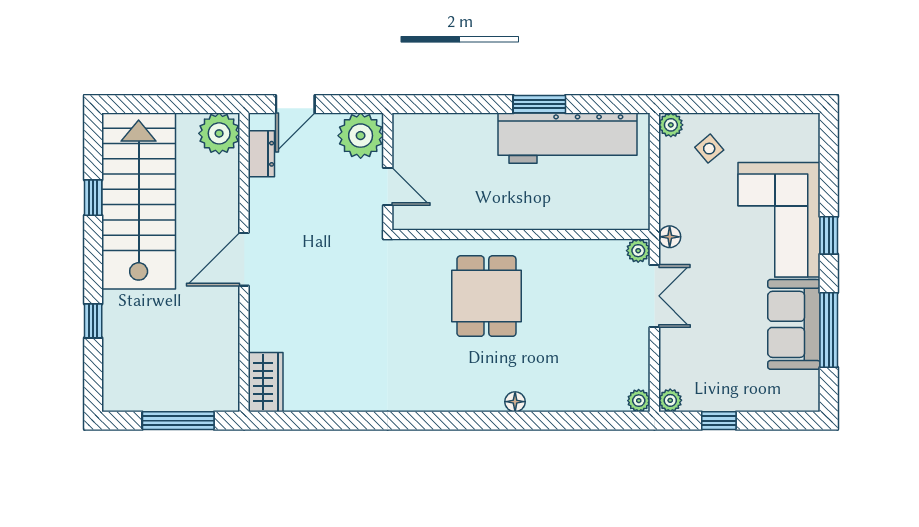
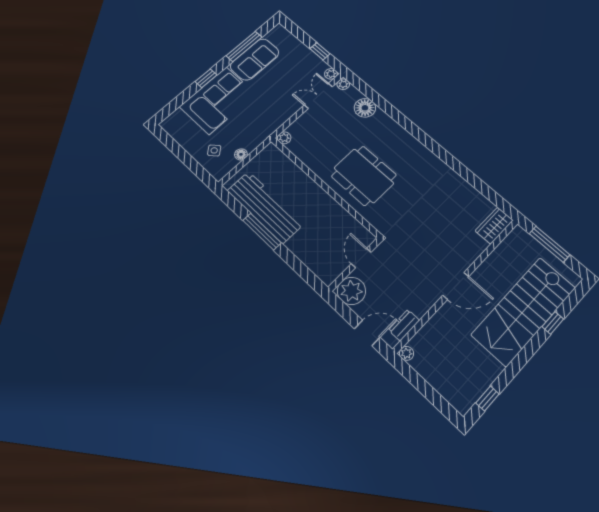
window: (539, 104) -> (262, 232), width x1.44
plant: (671, 125) -> (219, 173), removed
plant: (219, 133) -> (407, 353), width x0.53, depth x0.53
window: (93, 198) -> (487, 398), moved
stairs: (139, 201) -> (524, 311), moved
floor lamp: (670, 237) -> (241, 154), moved
dining table: (486, 296) -> (364, 176), width x1.38
double door: (654, 296) -> (318, 96), moved
floor lamp: (515, 402) -> (365, 108), moved, width x1.89, depth x1.89

